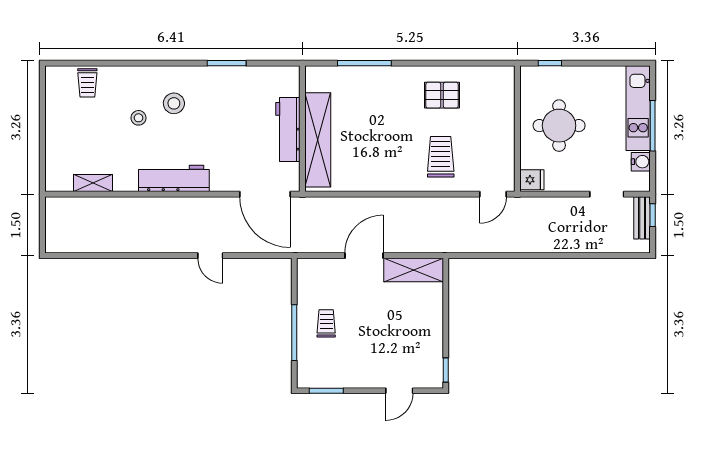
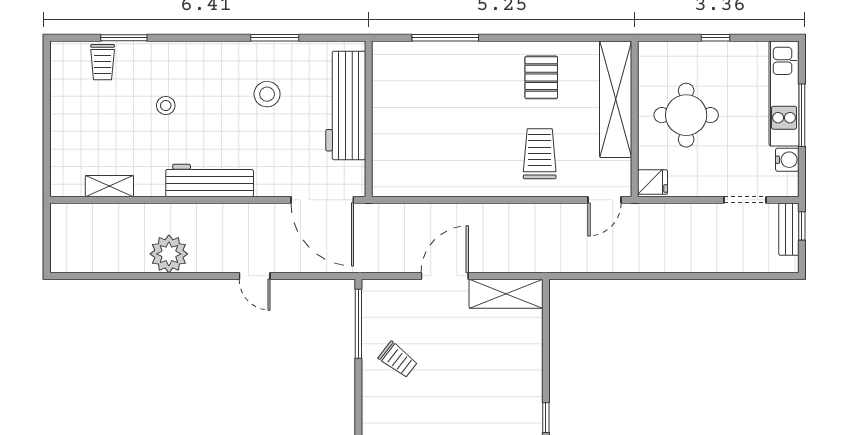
window: (105, 63) -> (124, 38), added
window: (550, 63) -> (716, 38), moved
pallet: (442, 95) -> (541, 77), turned 90
stool: (174, 103) -> (267, 94), moved
workbench: (288, 130) -> (346, 105), width x1.36, depth x1.32
shelving: (318, 140) -> (616, 99), moved
plant: (141, 238) -> (169, 254), added
trolley: (326, 323) -> (398, 360), turned 128
window: (294, 333) -> (358, 324), moved

